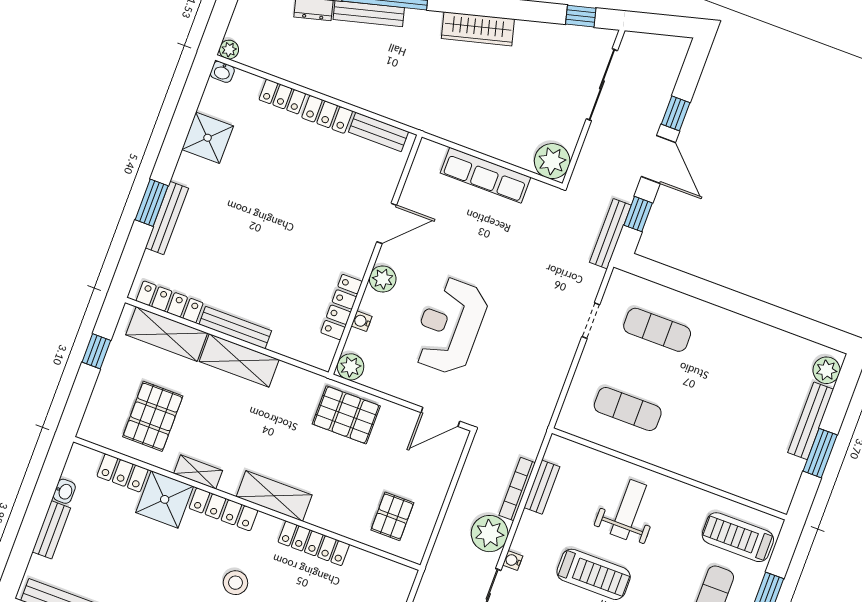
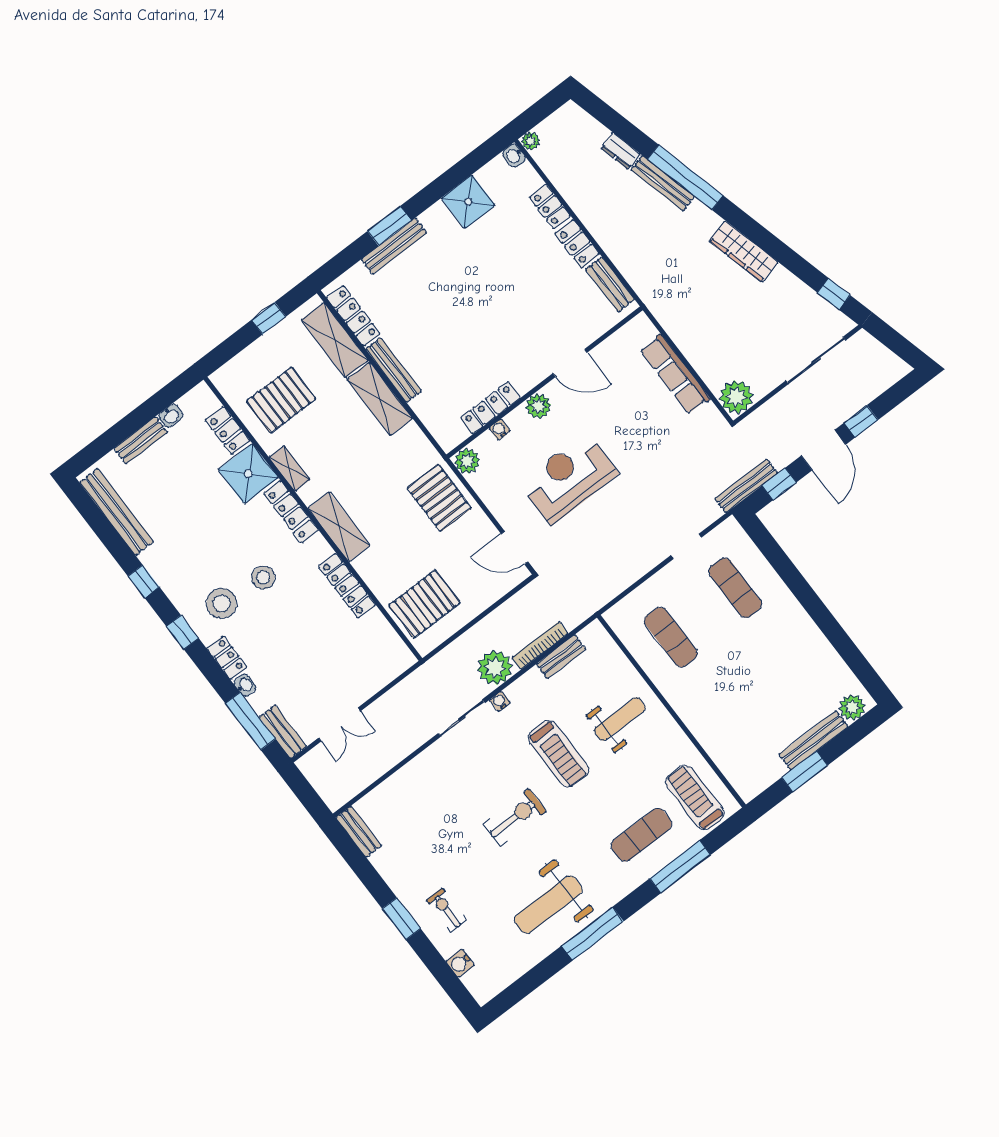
pallet: (392, 516) -> (425, 604), width x1.50, depth x1.42

